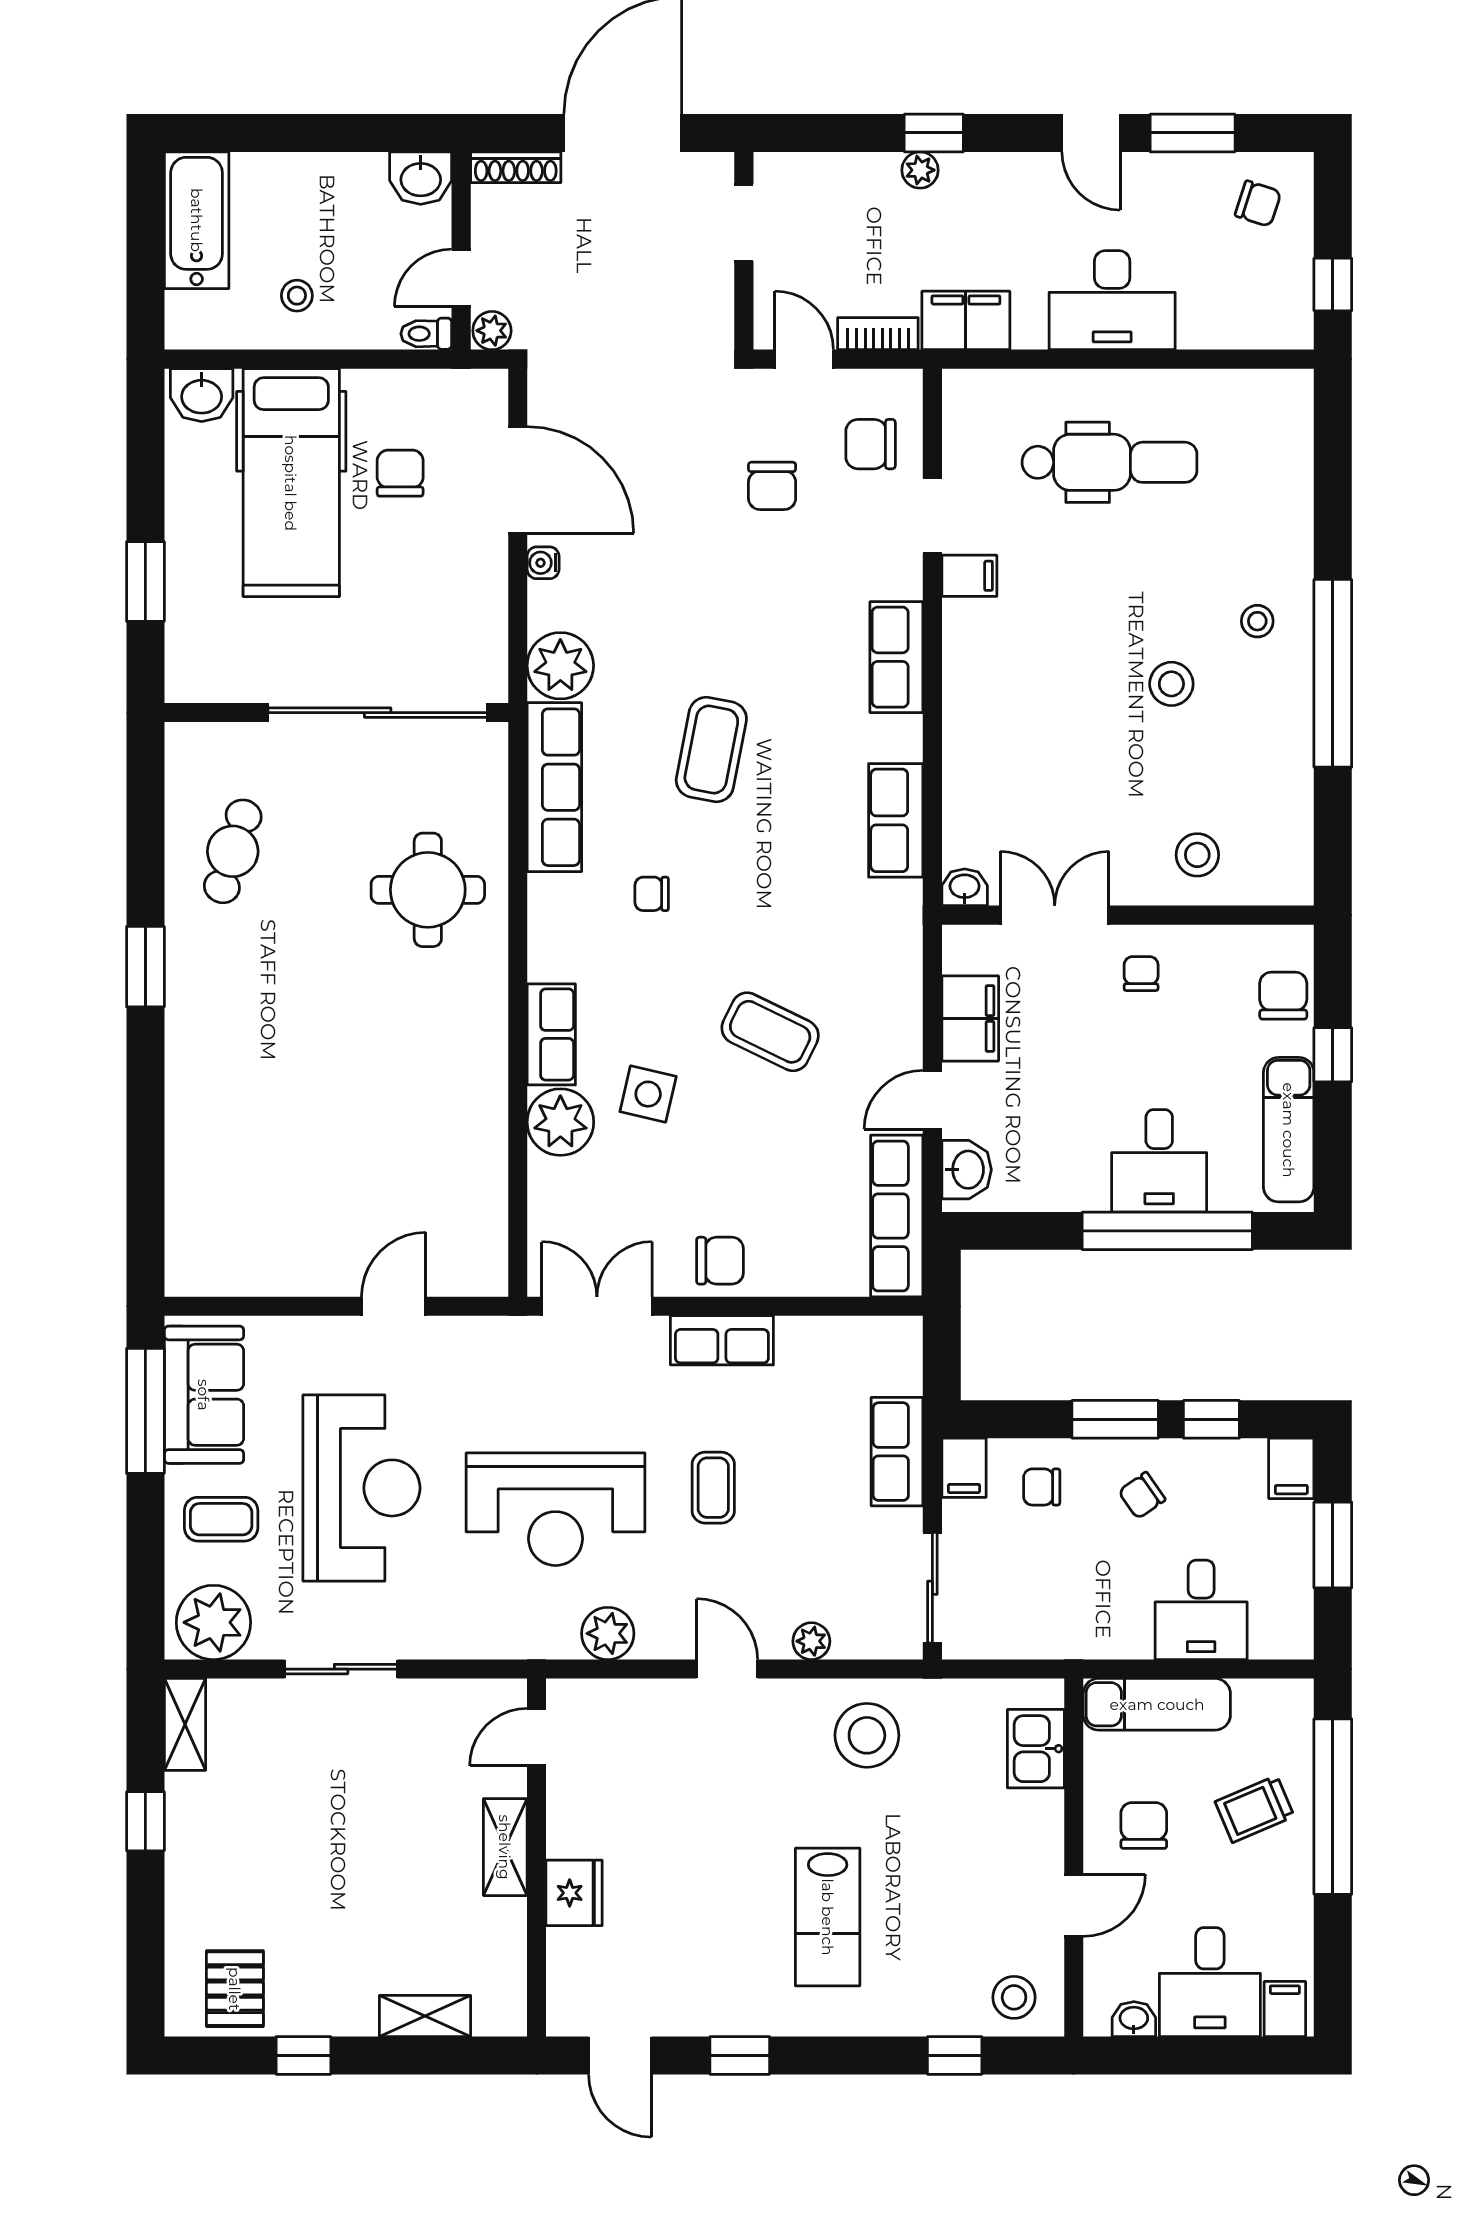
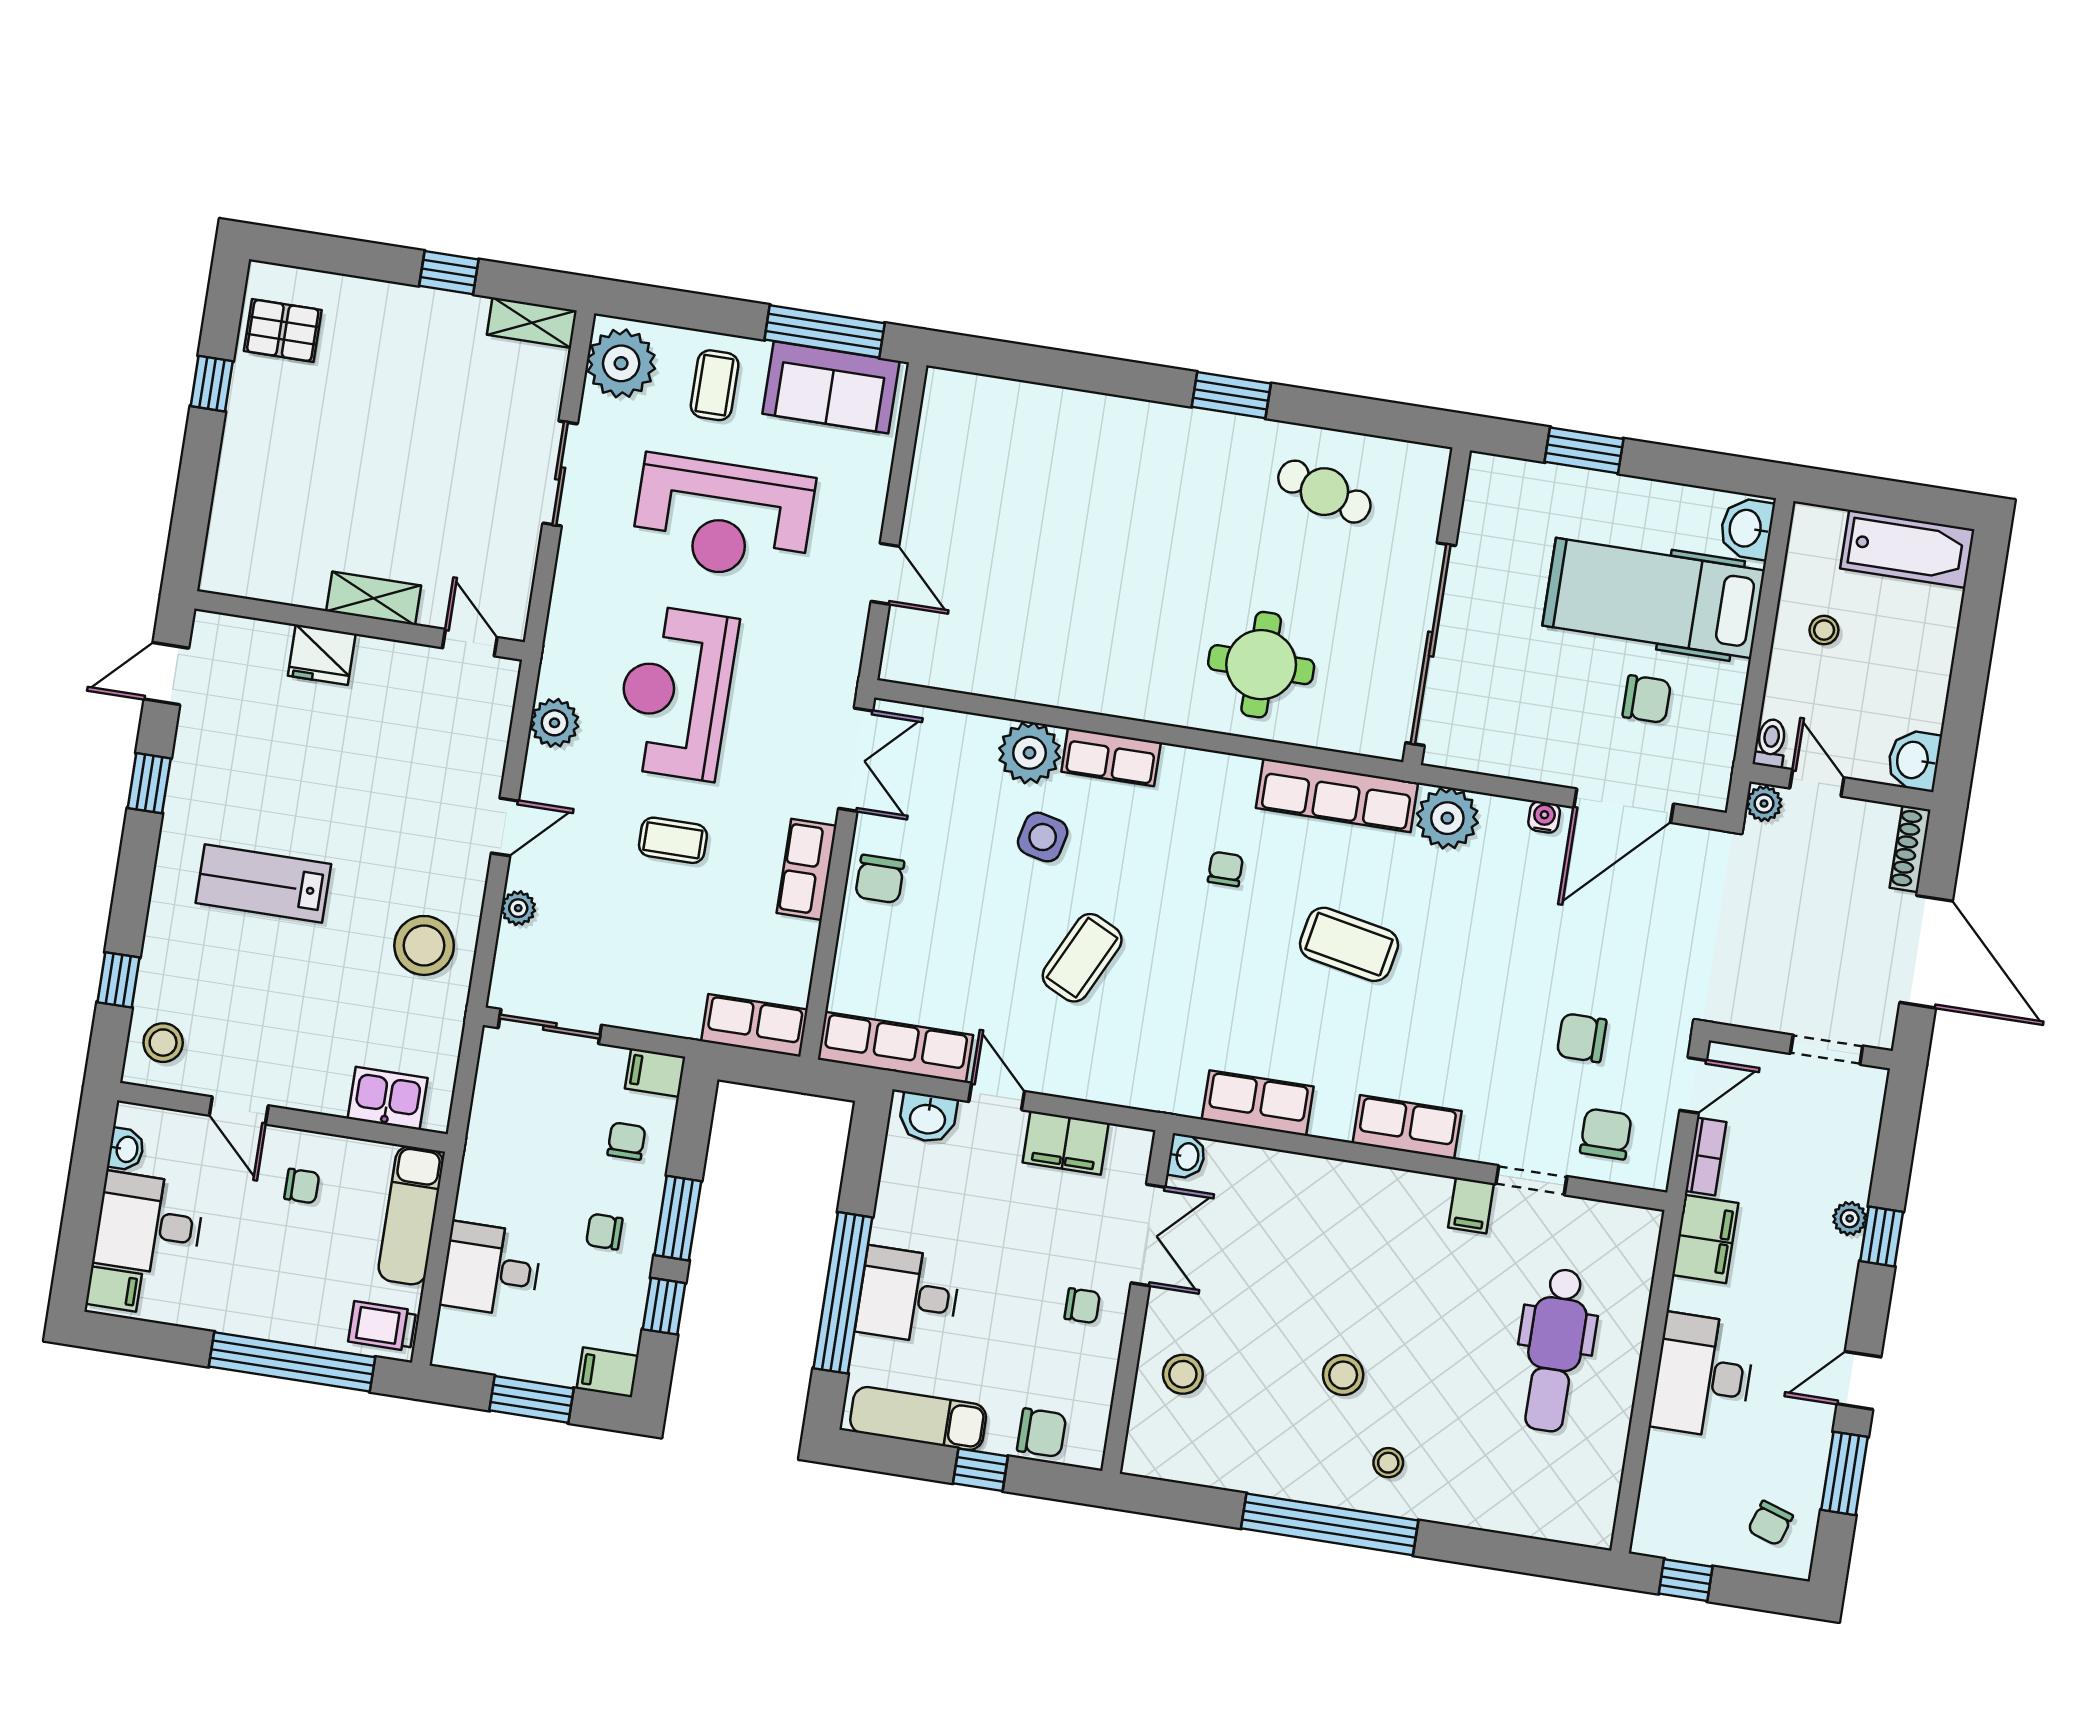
row of seats: (897, 1452) -> (754, 1025), moved
chair: (1142, 1495) -> (604, 1232), turned -55
trolley: (1255, 1809) -> (382, 1326), moved, turned -67
chair: (1144, 1825) -> (302, 1186), width x0.73, depth x0.73
shelving: (425, 2016) -> (230, 501), removed

